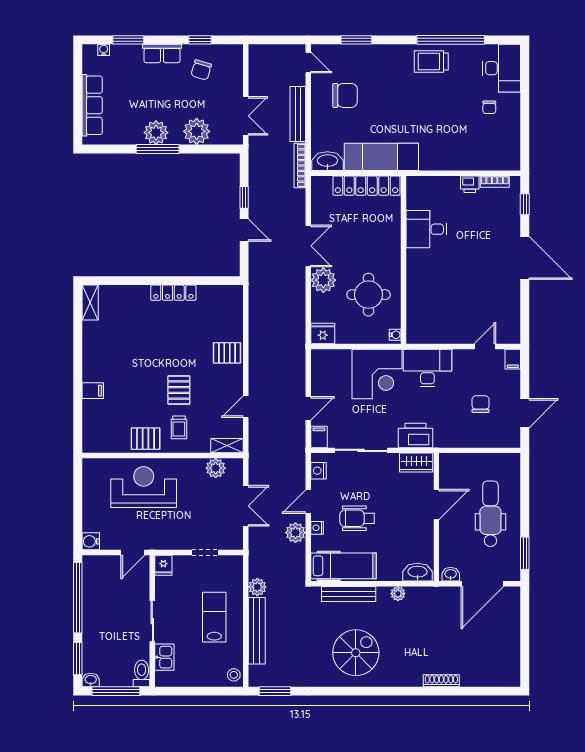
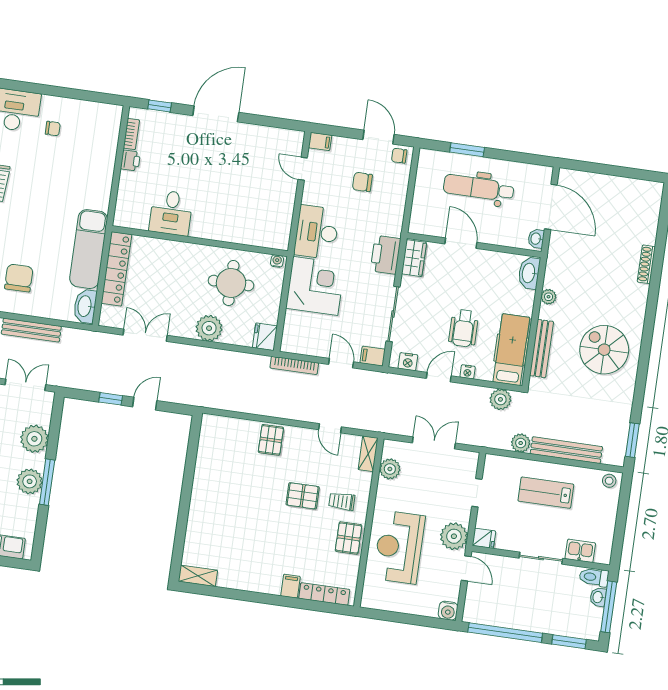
bookcase: (300, 165) -> (294, 365), moved
double door: (308, 246) -> (145, 335), moved
locker: (173, 293) -> (324, 594), moved, turned -90
trolley: (179, 427) -> (342, 501), turned 180
chair: (510, 435) -> (399, 156), added
door: (308, 502) -> (439, 377), swing flipped
plant: (295, 533) -> (500, 399), moved
plant: (161, 537) -> (454, 536), added
window: (525, 553) -> (467, 150), moved
washbasin: (91, 680) -> (598, 597), moved

